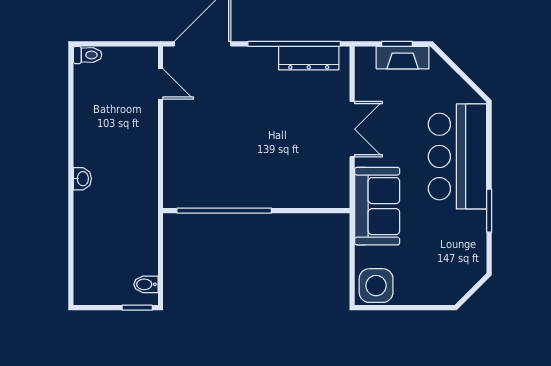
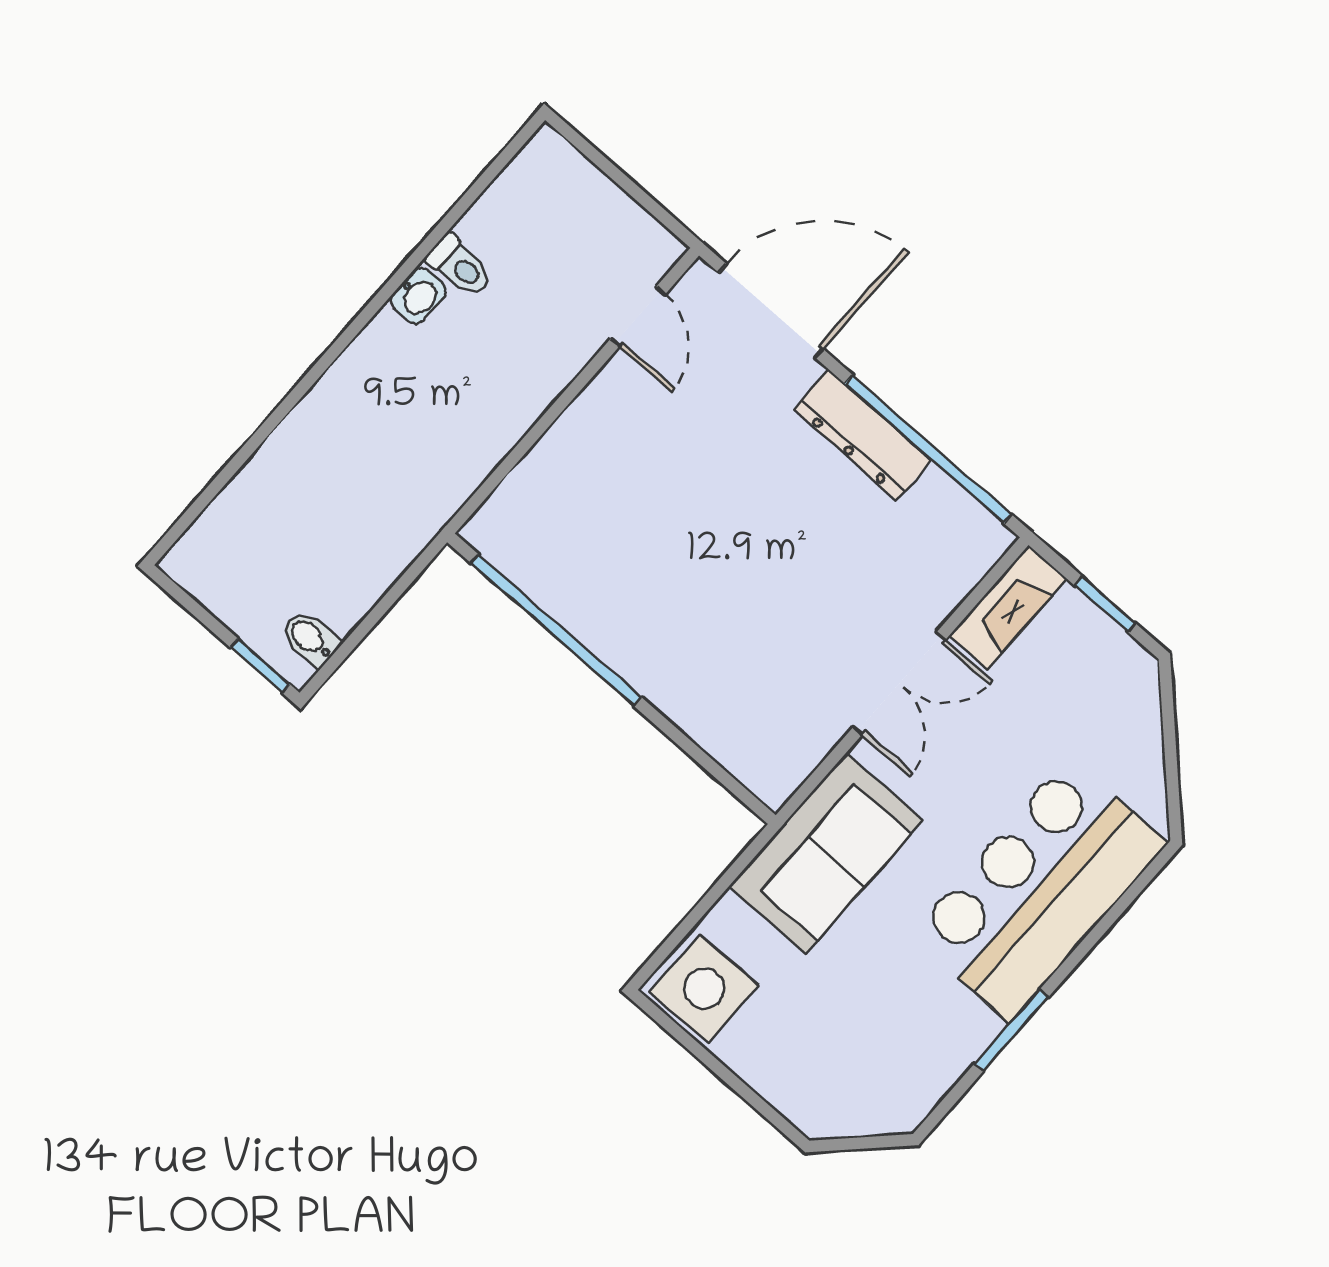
toilet: (88, 55) -> (460, 266), moved
dresser: (309, 58) -> (863, 435), moved
fireplace: (403, 58) -> (1008, 607), moved, turned -90
washbasin: (82, 179) -> (418, 296), moved

